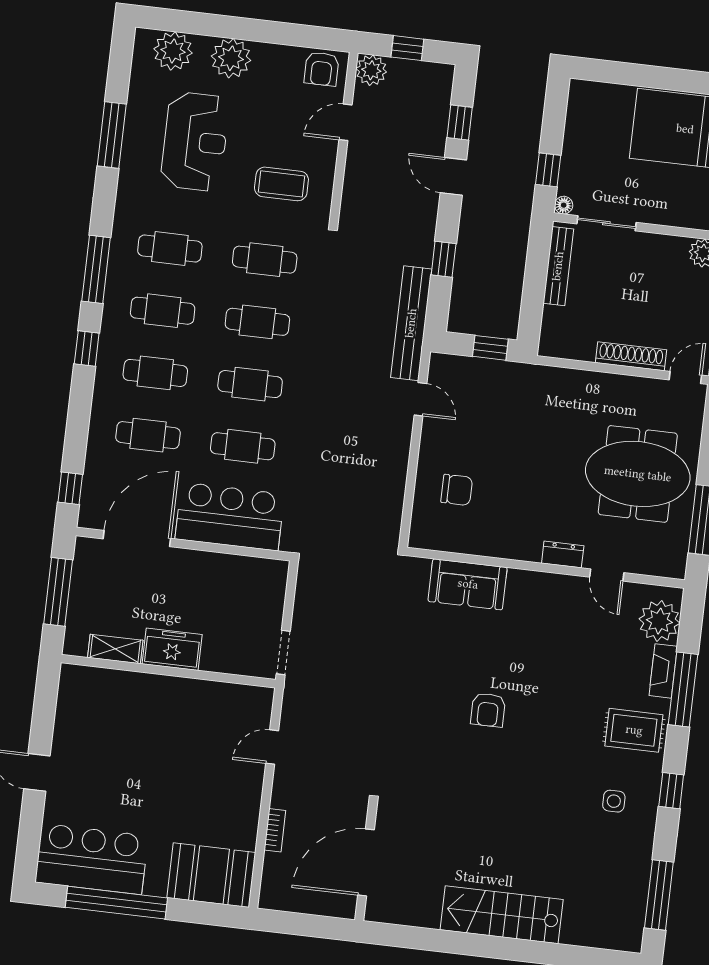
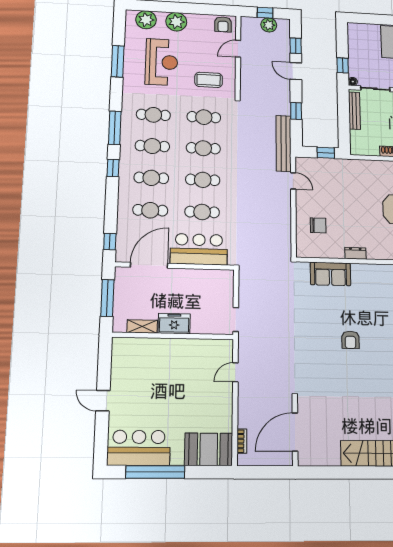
plant: (371, 70) -> (269, 25), moved
dresser: (563, 554) -> (355, 253), moved
bookcase: (275, 830) -> (242, 441), moved

